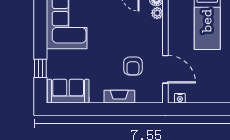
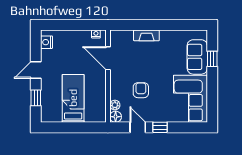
armchair: (133, 66) -> (141, 90), moved
sofa: (68, 91) -> (197, 57), moved, turned 90

